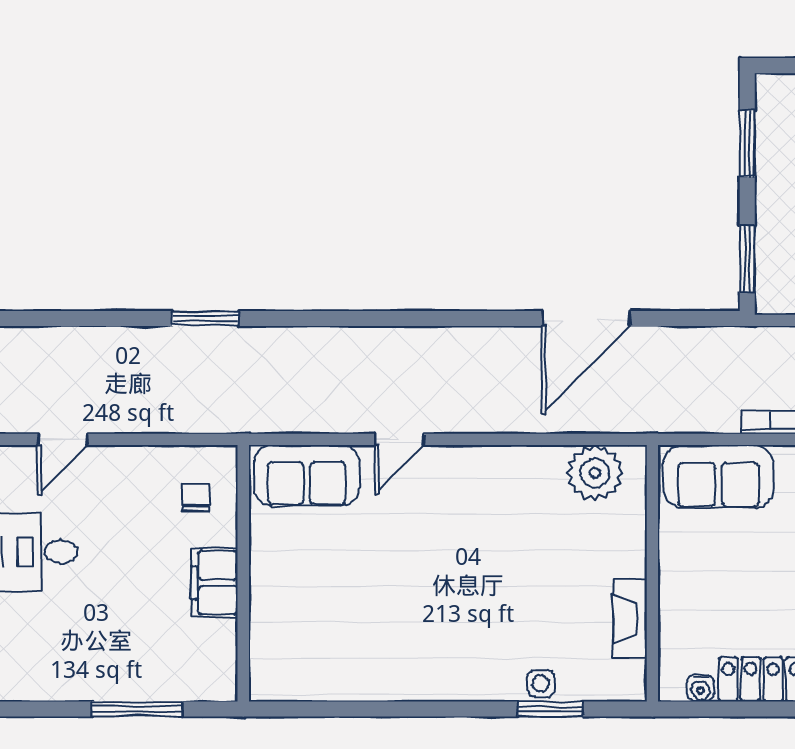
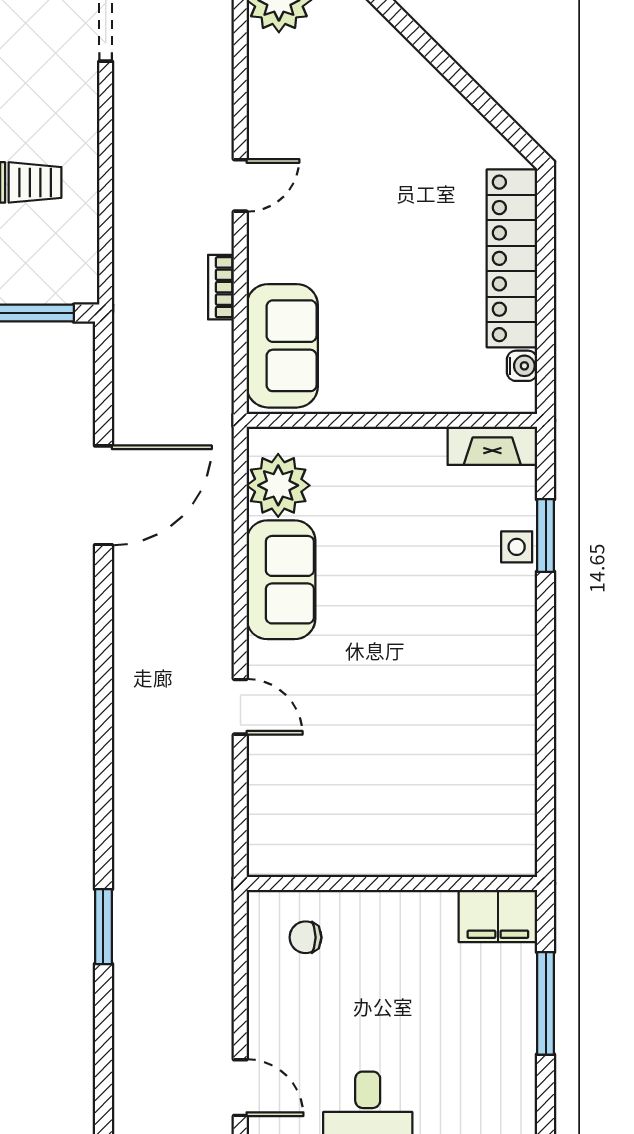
door: (586, 319) -> (103, 495), hinge flipped
sofa: (307, 475) -> (281, 580), moved
filing cabinet: (215, 583) -> (498, 916), moved
fireplace: (630, 618) -> (492, 446), moved

